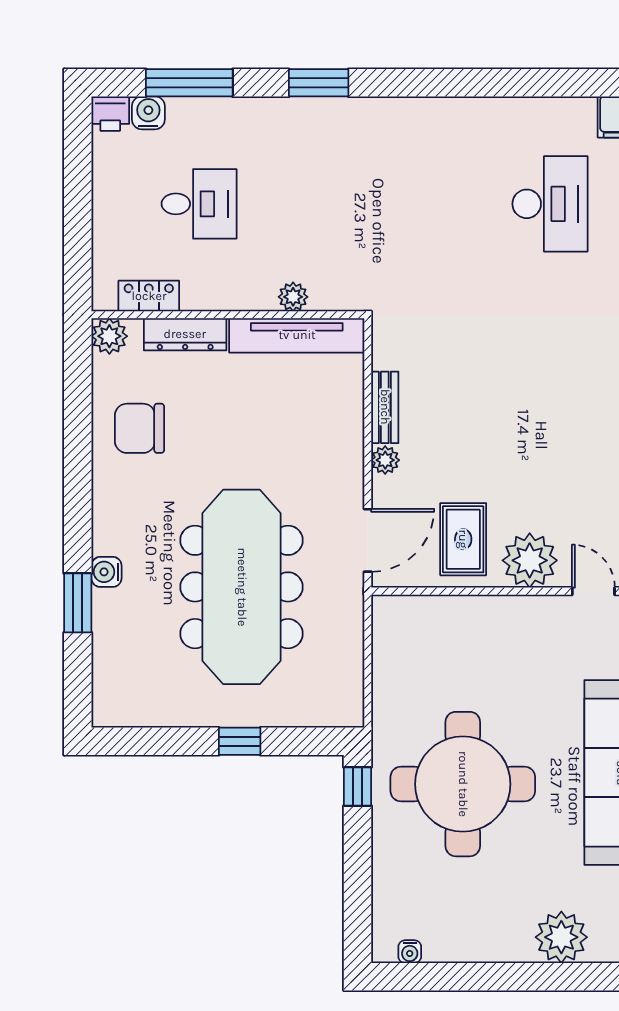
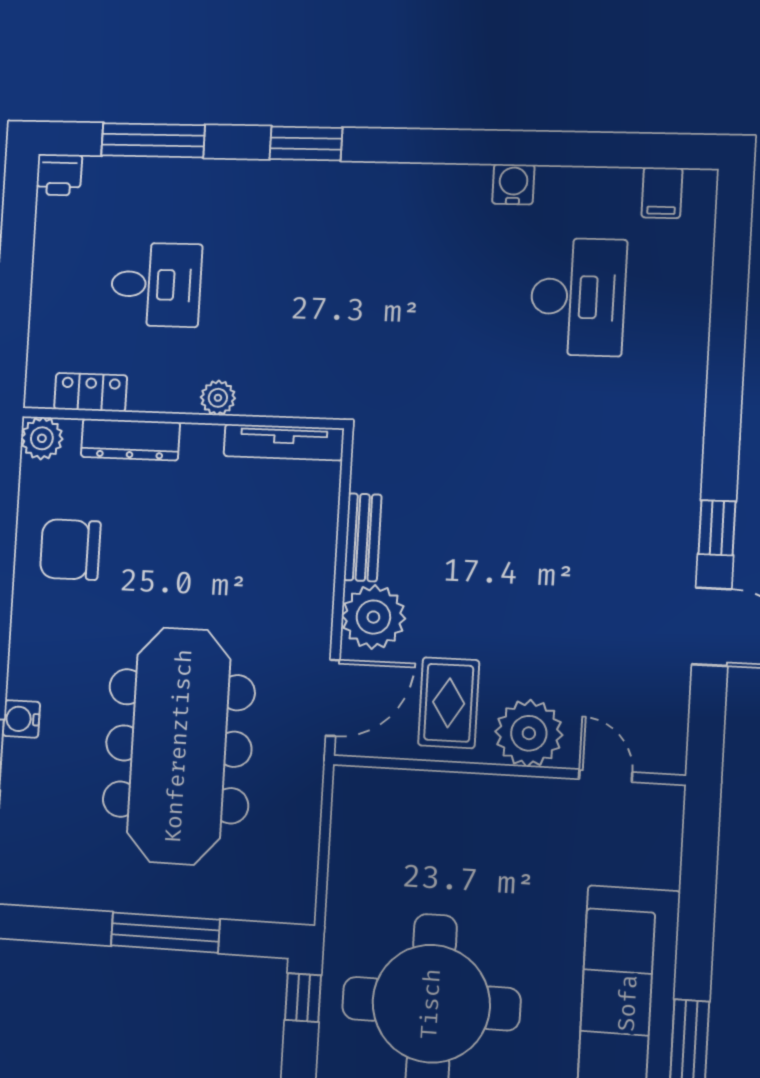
water cooler: (148, 113) -> (513, 184), moved
plant: (293, 297) -> (218, 398), moved
tv unit: (297, 335) -> (284, 442), width x0.73, depth x0.78
plant: (385, 460) -> (373, 617), width x1.87, depth x1.87
window: (240, 741) -> (165, 933), width x2.17

